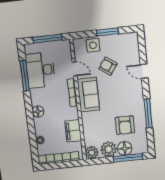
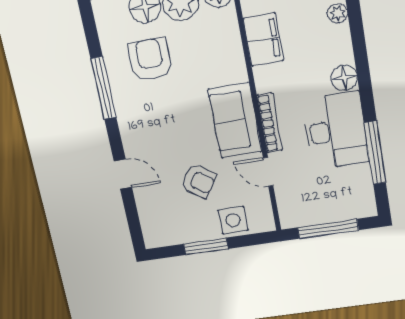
desk: (40, 70) -> (335, 131), moved

